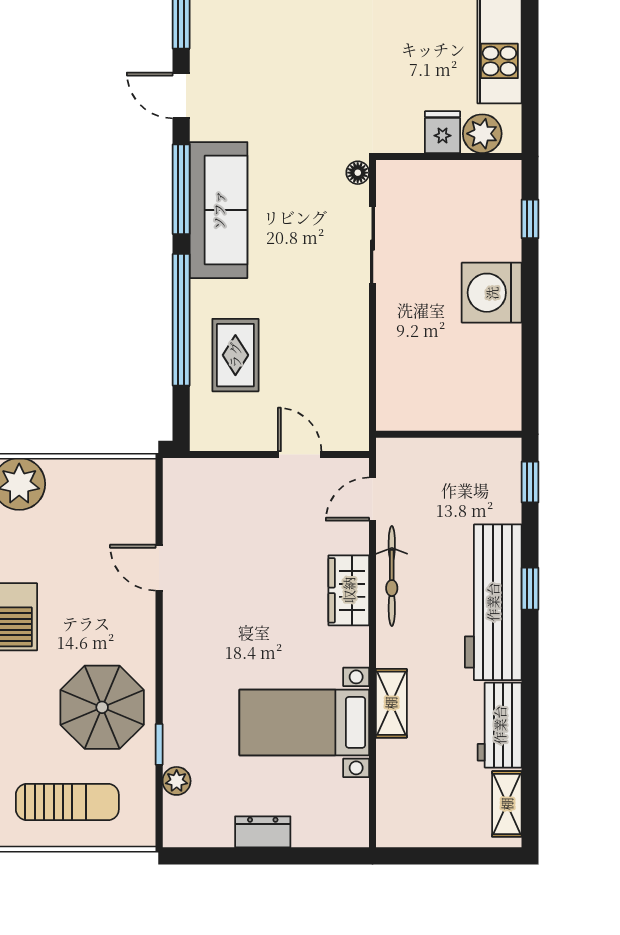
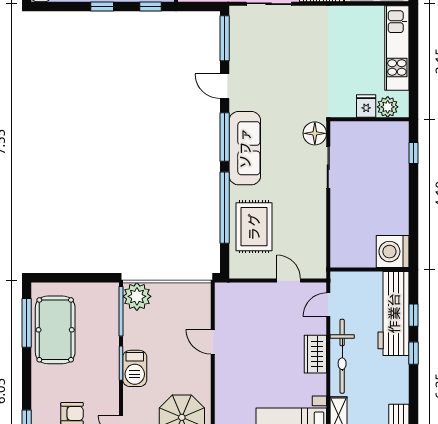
floor lamp: (358, 173) -> (315, 133), width x1.89, depth x1.89
washing machine: (492, 293) -> (393, 252), moved
rug: (235, 355) -> (254, 227), width x1.36, depth x1.43
window: (530, 482) -> (413, 315), moved
bicycle: (392, 576) -> (342, 356), width x1.37, depth x1.40
workbench: (493, 602) -> (394, 313), moved

